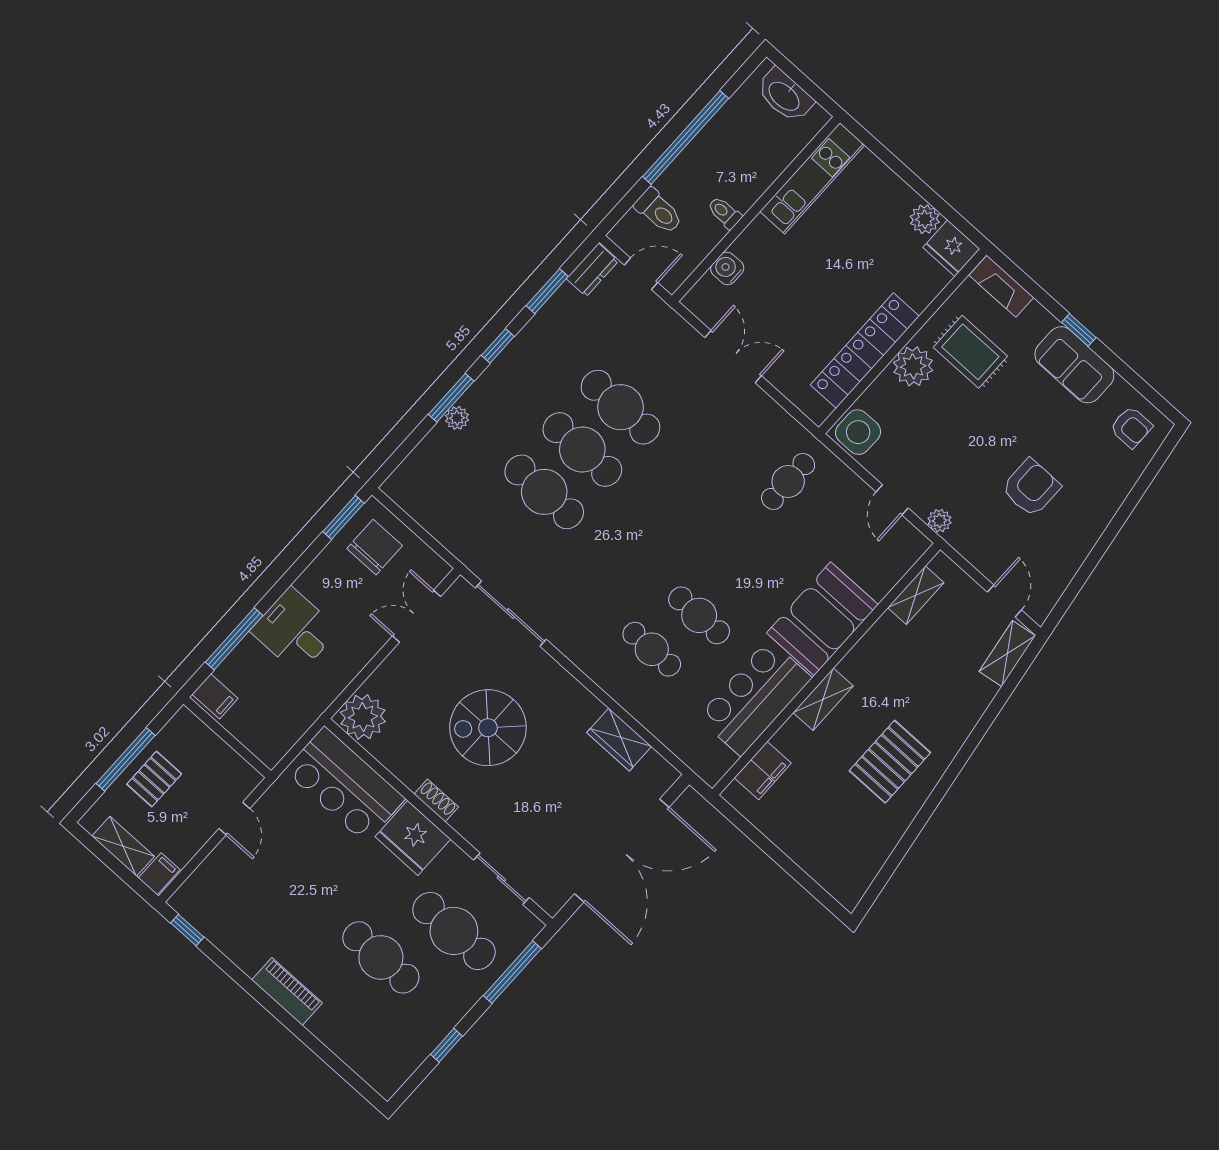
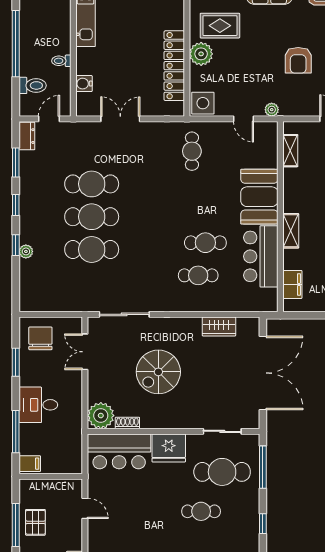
window: (451, 398) -> (16, 245), width x0.67
armchair: (1031, 488) -> (298, 60), turned 180
window: (343, 517) -> (16, 362), moved
shoe rack: (436, 801) -> (127, 423), moved
cafe table: (381, 957) -> (201, 511), width x0.73, depth x0.74

